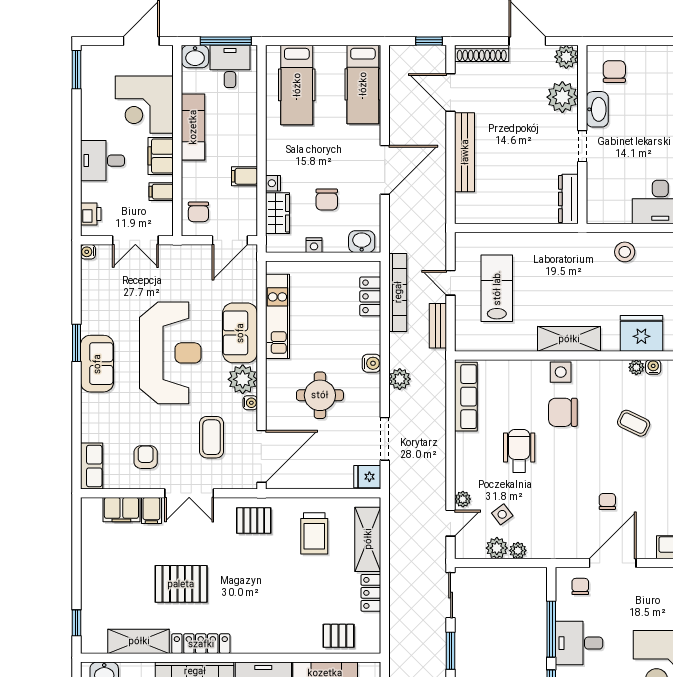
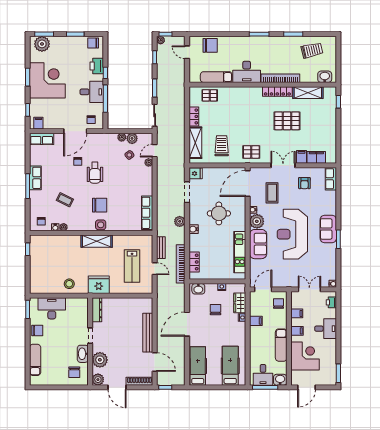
filing cabinet: (161, 156) -> (297, 331), width x0.50
fridge: (641, 333) -> (99, 285), moved, turned 180
wheelchair: (519, 451) -> (95, 173), moved

